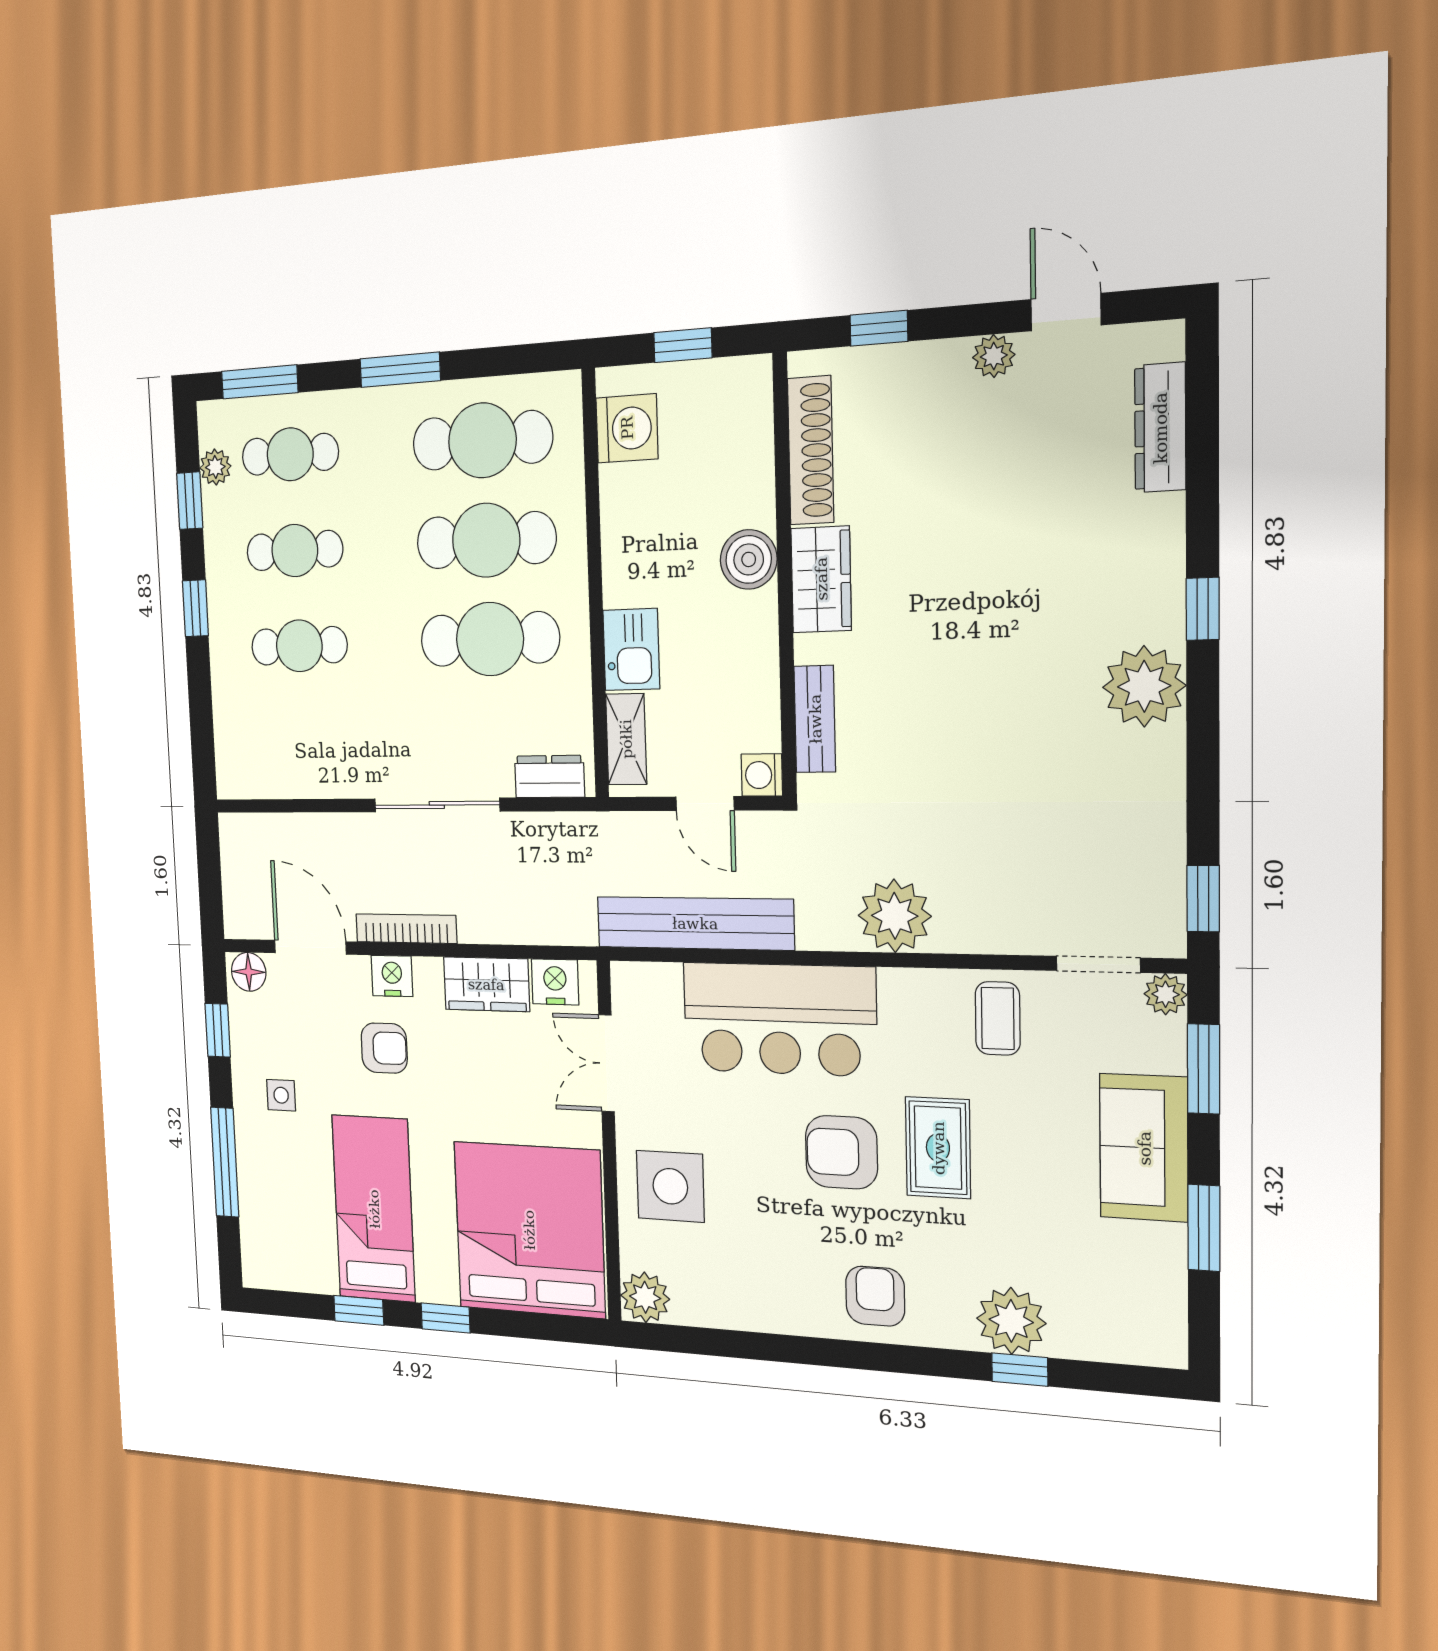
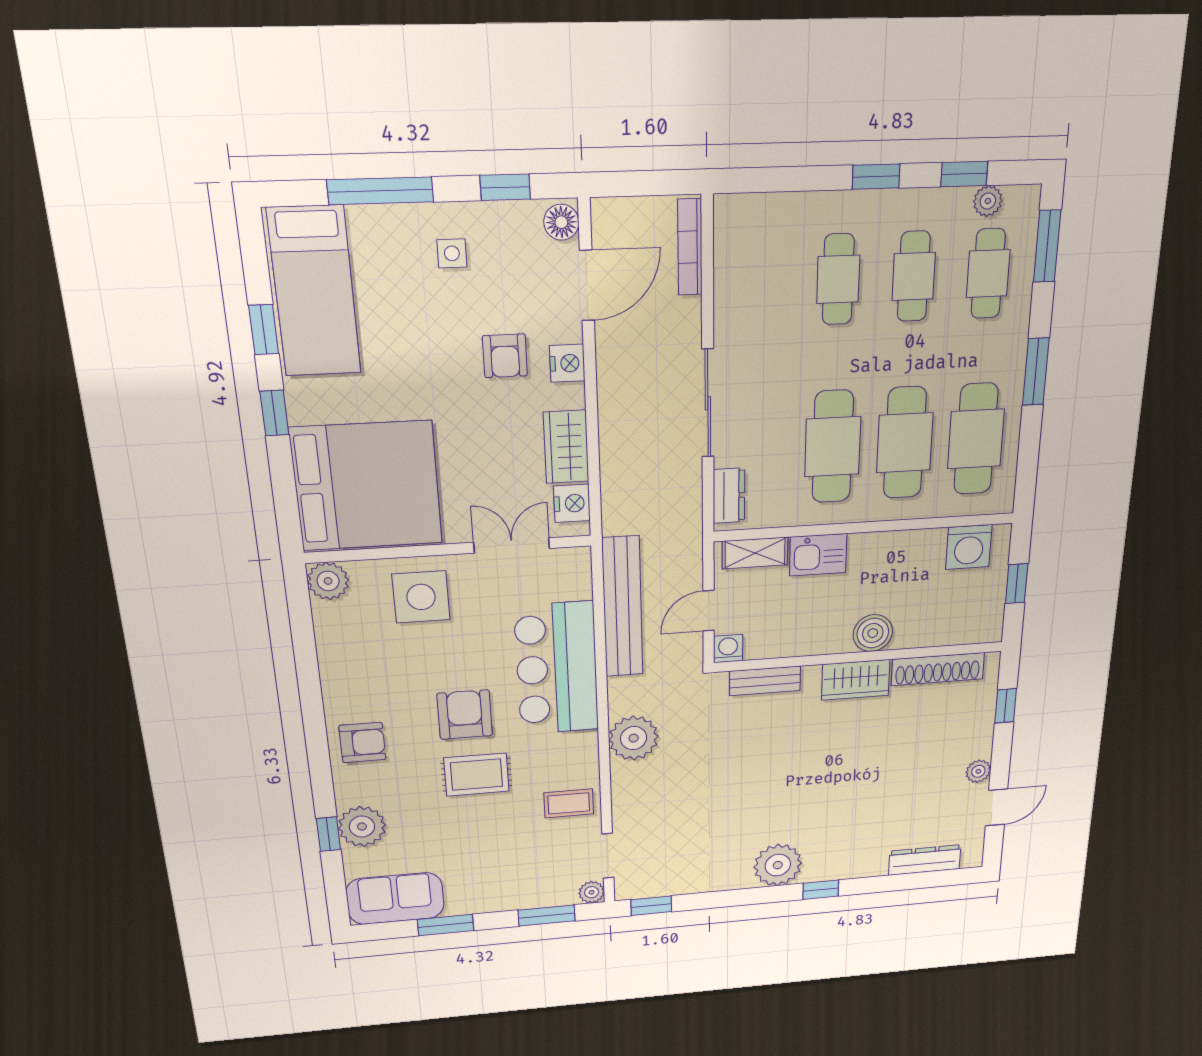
bookcase: (406, 929) -> (690, 247), moved, turned 180
sofa: (1144, 1148) -> (395, 899), moved
bed: (374, 1209) -> (314, 292), moved, turned 90

